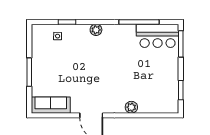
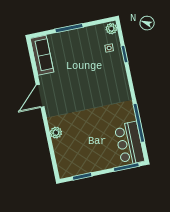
plant: (96, 30) -> (111, 29), moved

